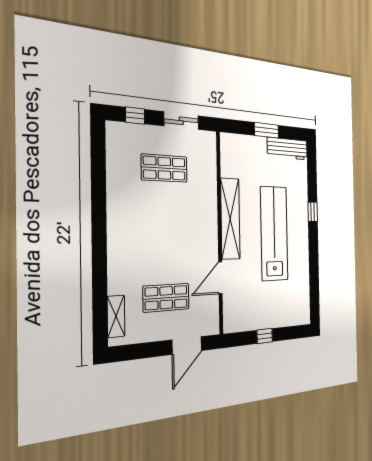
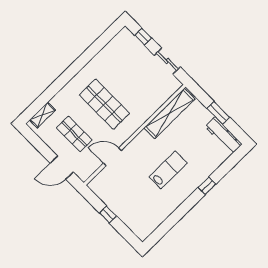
shop shelf: (164, 168) -> (104, 104), moved, width x1.43, depth x1.36
shelving: (230, 219) -> (169, 113), moved
lab bench: (274, 234) -> (168, 170), width x0.54, depth x0.72

